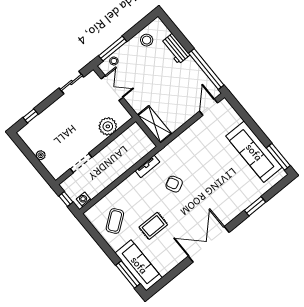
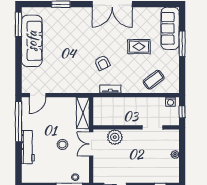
stool: (147, 40) -> (62, 144), moved
workbench: (176, 49) -> (28, 147), width x1.37
double door: (112, 88) -> (91, 144), moved
coffee table: (115, 221) -> (154, 80), moved
window: (128, 275) -> (182, 44), moved

